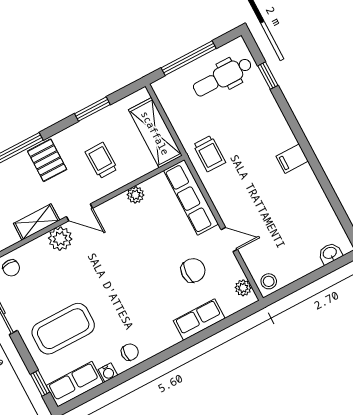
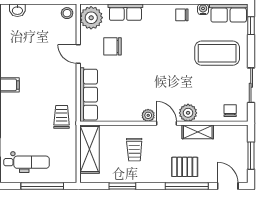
pallet: (47, 160) -> (185, 167), moved, turned 90
plant: (135, 195) -> (148, 115), moved
plant: (243, 288) -> (91, 18), width x1.88, depth x1.88

